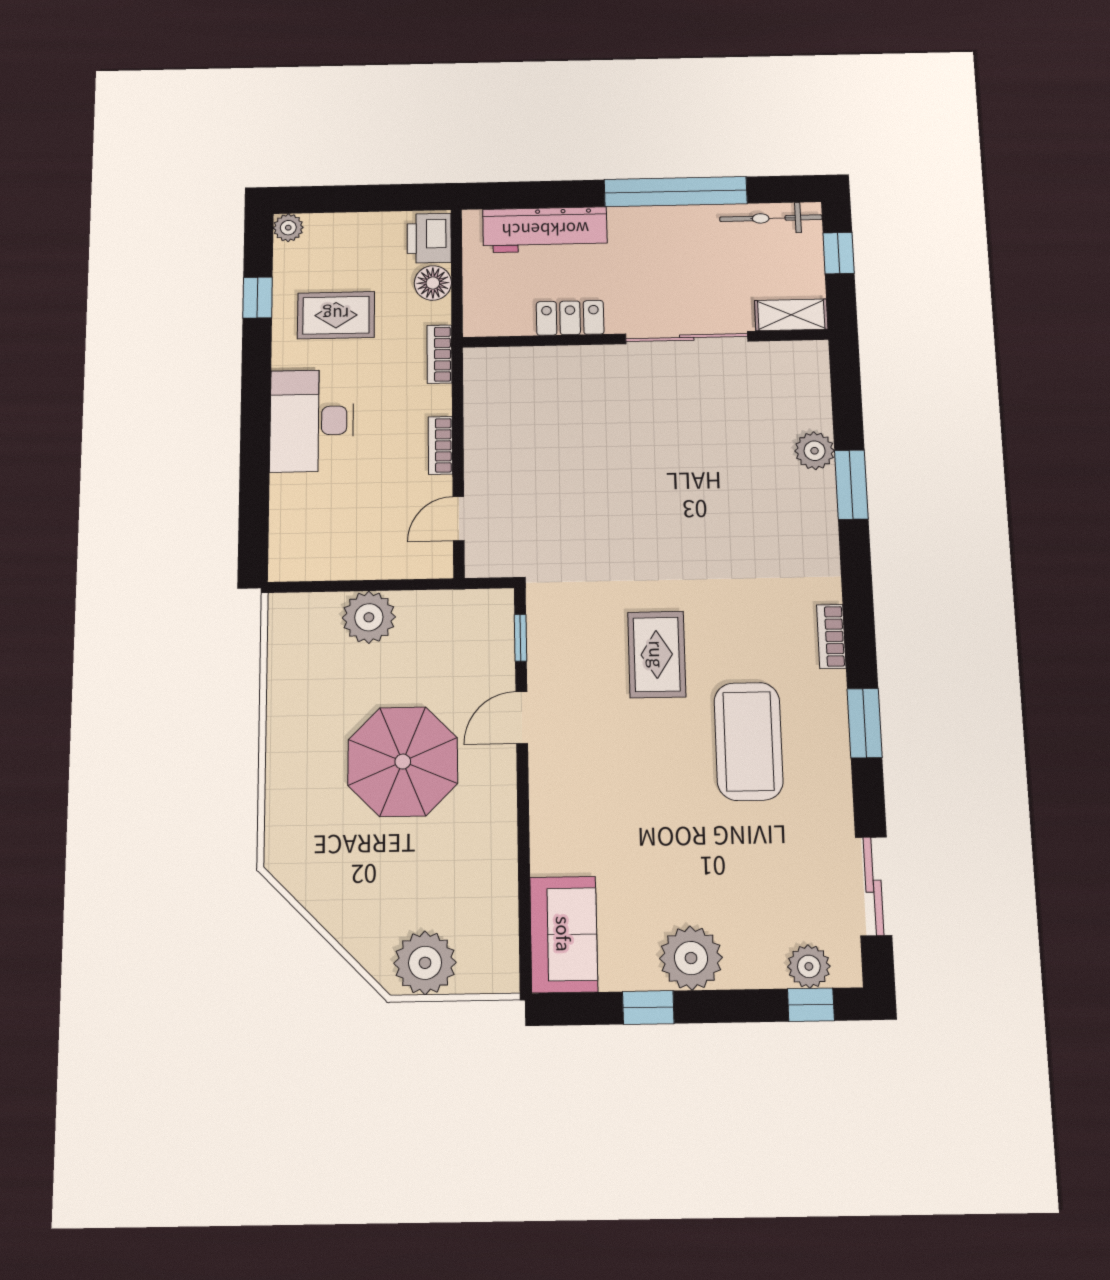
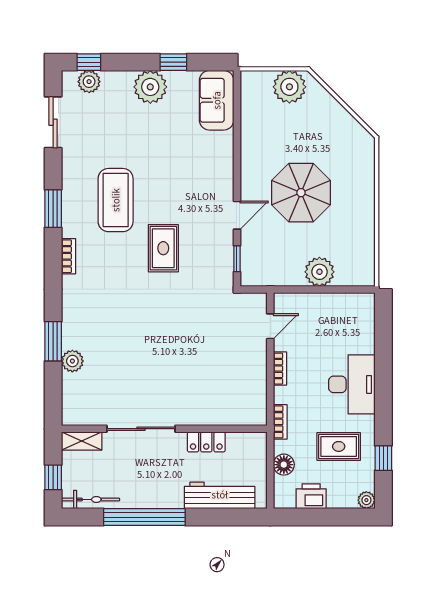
printer: (429, 238) -> (311, 496), moved, turned -90

